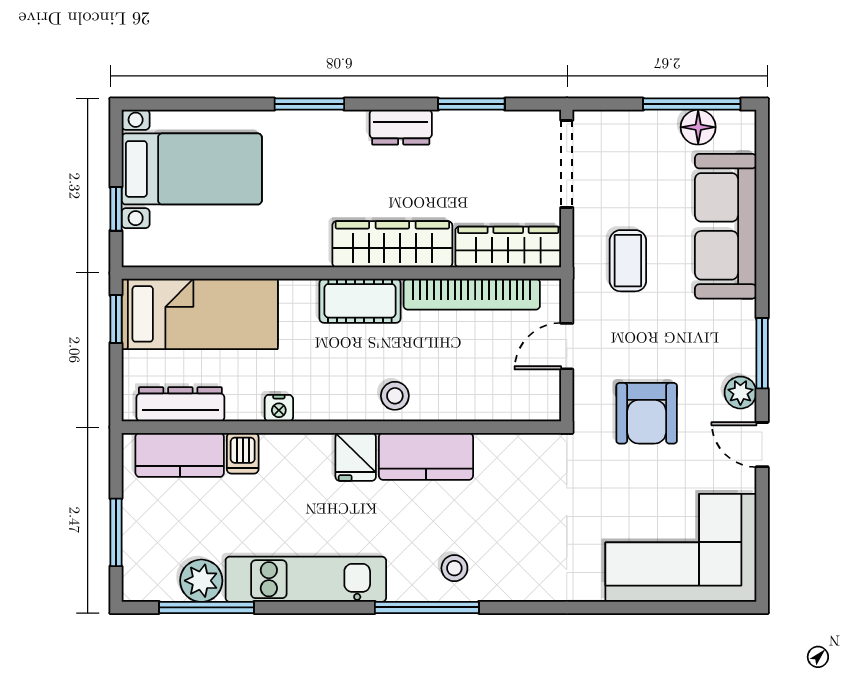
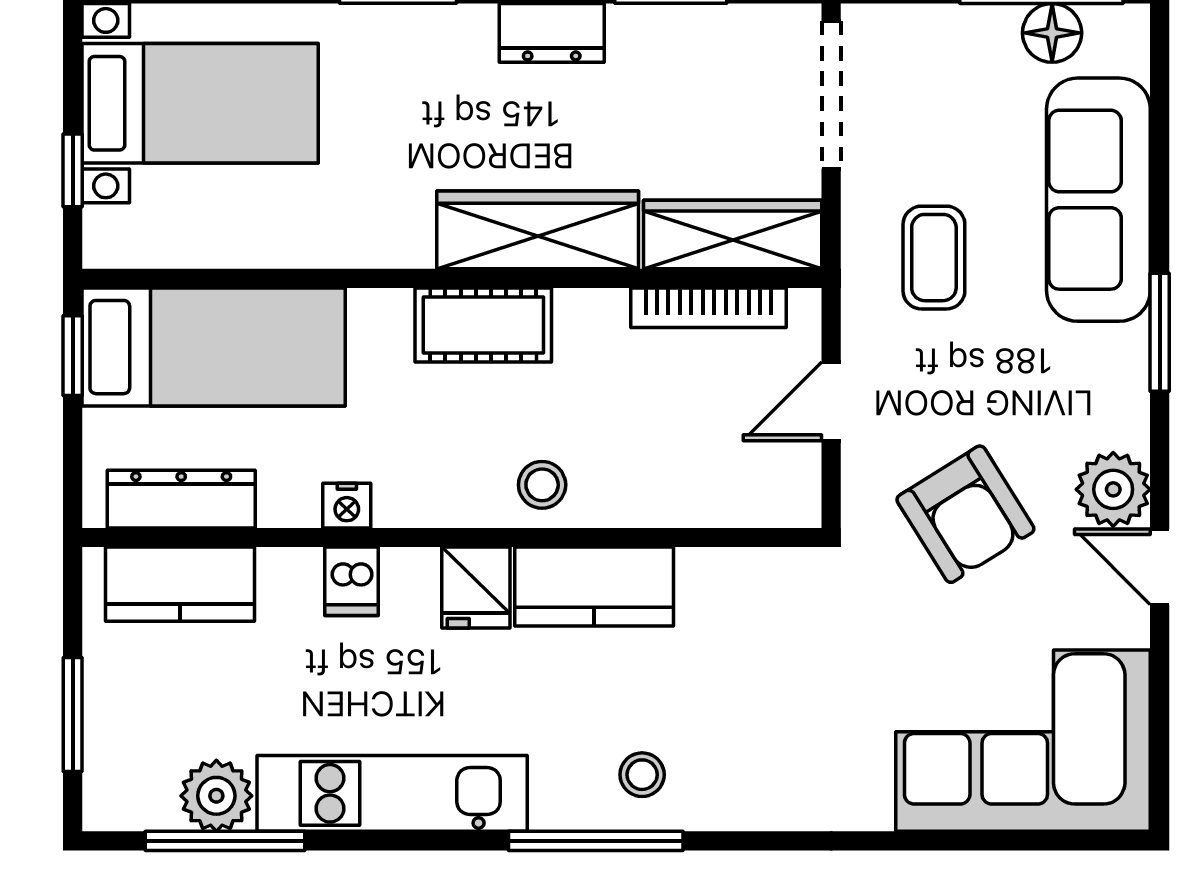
bookcase: (472, 294) -> (709, 308), width x0.68, depth x0.76
window: (762, 353) -> (1160, 332), moved
plant: (740, 393) -> (1113, 489), width x1.38, depth x1.38
armchair: (647, 413) -> (965, 514), turned -32
dishwasher: (243, 453) -> (352, 581), moved

